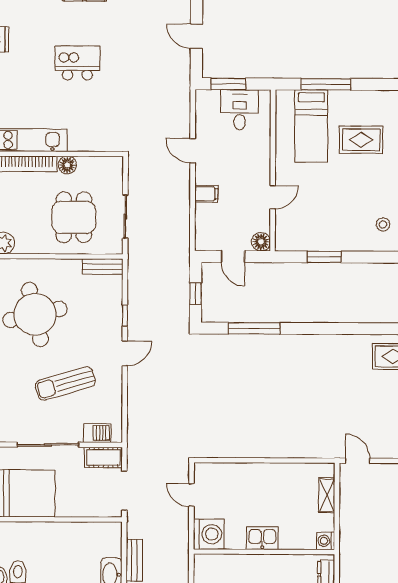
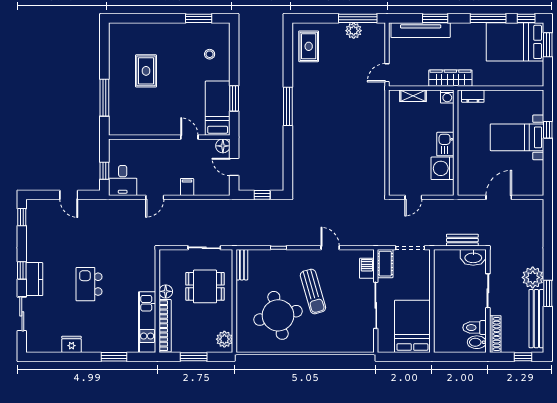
door: (196, 36) -> (69, 195), hinge flipped
window: (228, 84) -> (104, 171), width x0.67
desk: (240, 110) -> (123, 181), moved, turned -90
bed: (311, 126) -> (218, 108), moved, turned -90
door: (233, 257) -> (234, 167), swing flipped
window: (254, 328) -> (288, 106), moved
door: (125, 353) -> (330, 248), moved
sun lounger: (65, 383) -> (313, 291), moved
washing machine: (209, 534) -> (443, 168), moved, turned -90
wardrobe: (350, 545) -> (450, 78), added

